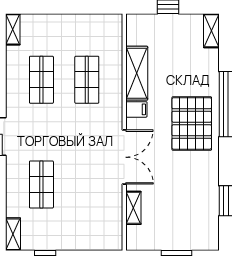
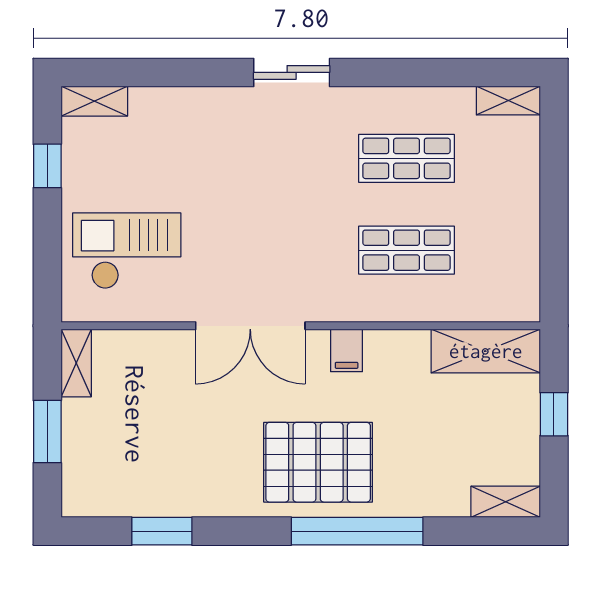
shelving: (137, 73) -> (486, 351), moved
shop shelf: (41, 184) -> (195, 158), removed
shelving: (133, 208) -> (76, 363), moved, turned 90
checkout: (87, 218) -> (127, 251), added

